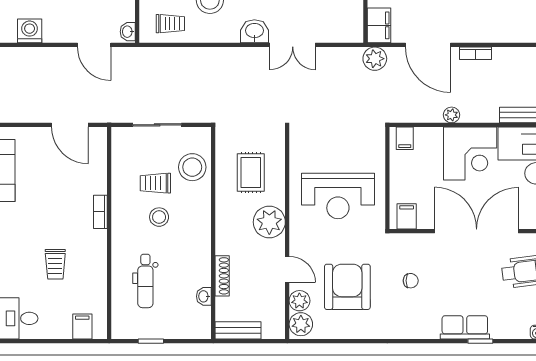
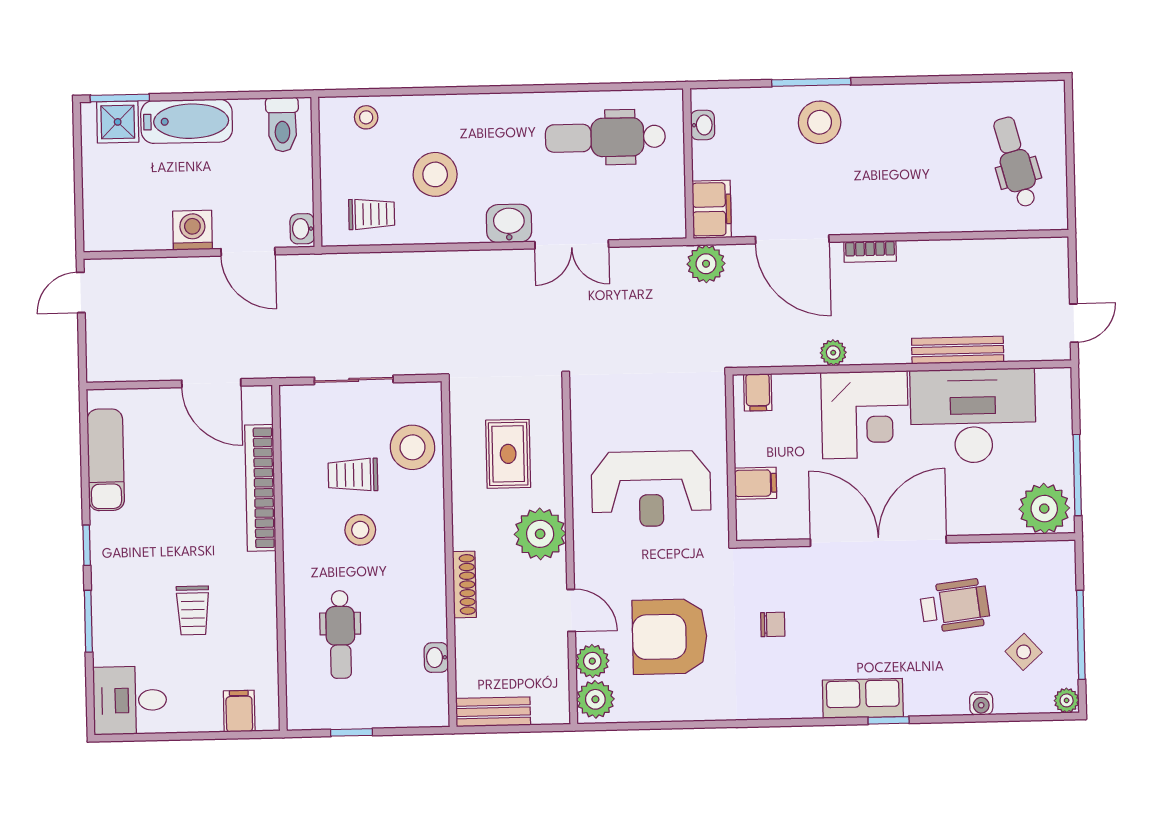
washing machine: (30, 31) -> (193, 230), moved
bookcase: (100, 212) -> (260, 488), width x2.31, depth x1.31
filing cabinet: (407, 216) -> (756, 483), moved, turned 90
shoe rack: (222, 276) -> (464, 585), moved
armchair: (347, 287) -> (670, 637), turned -90

